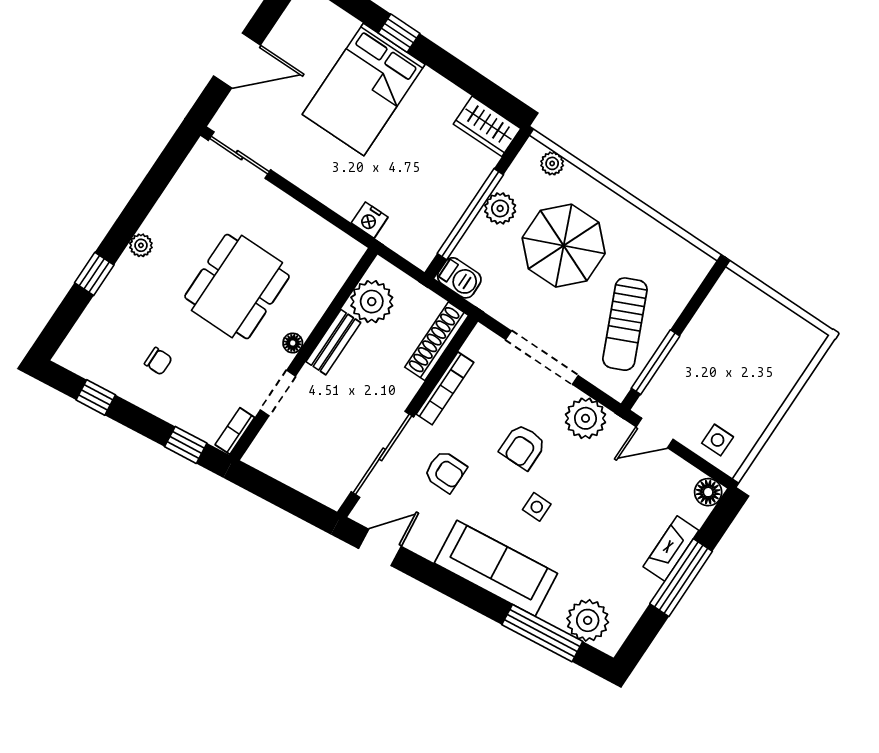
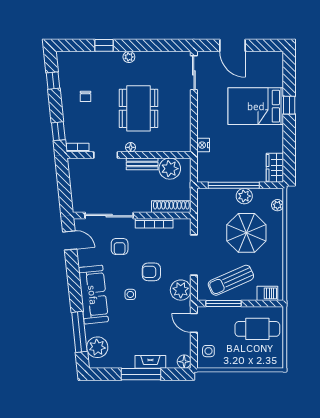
barbecue: (459, 278) -> (267, 293), moved, turned -90
dining table: (237, 287) -> (138, 108), turned 90
cafe table: (735, 334) -> (257, 329), added

